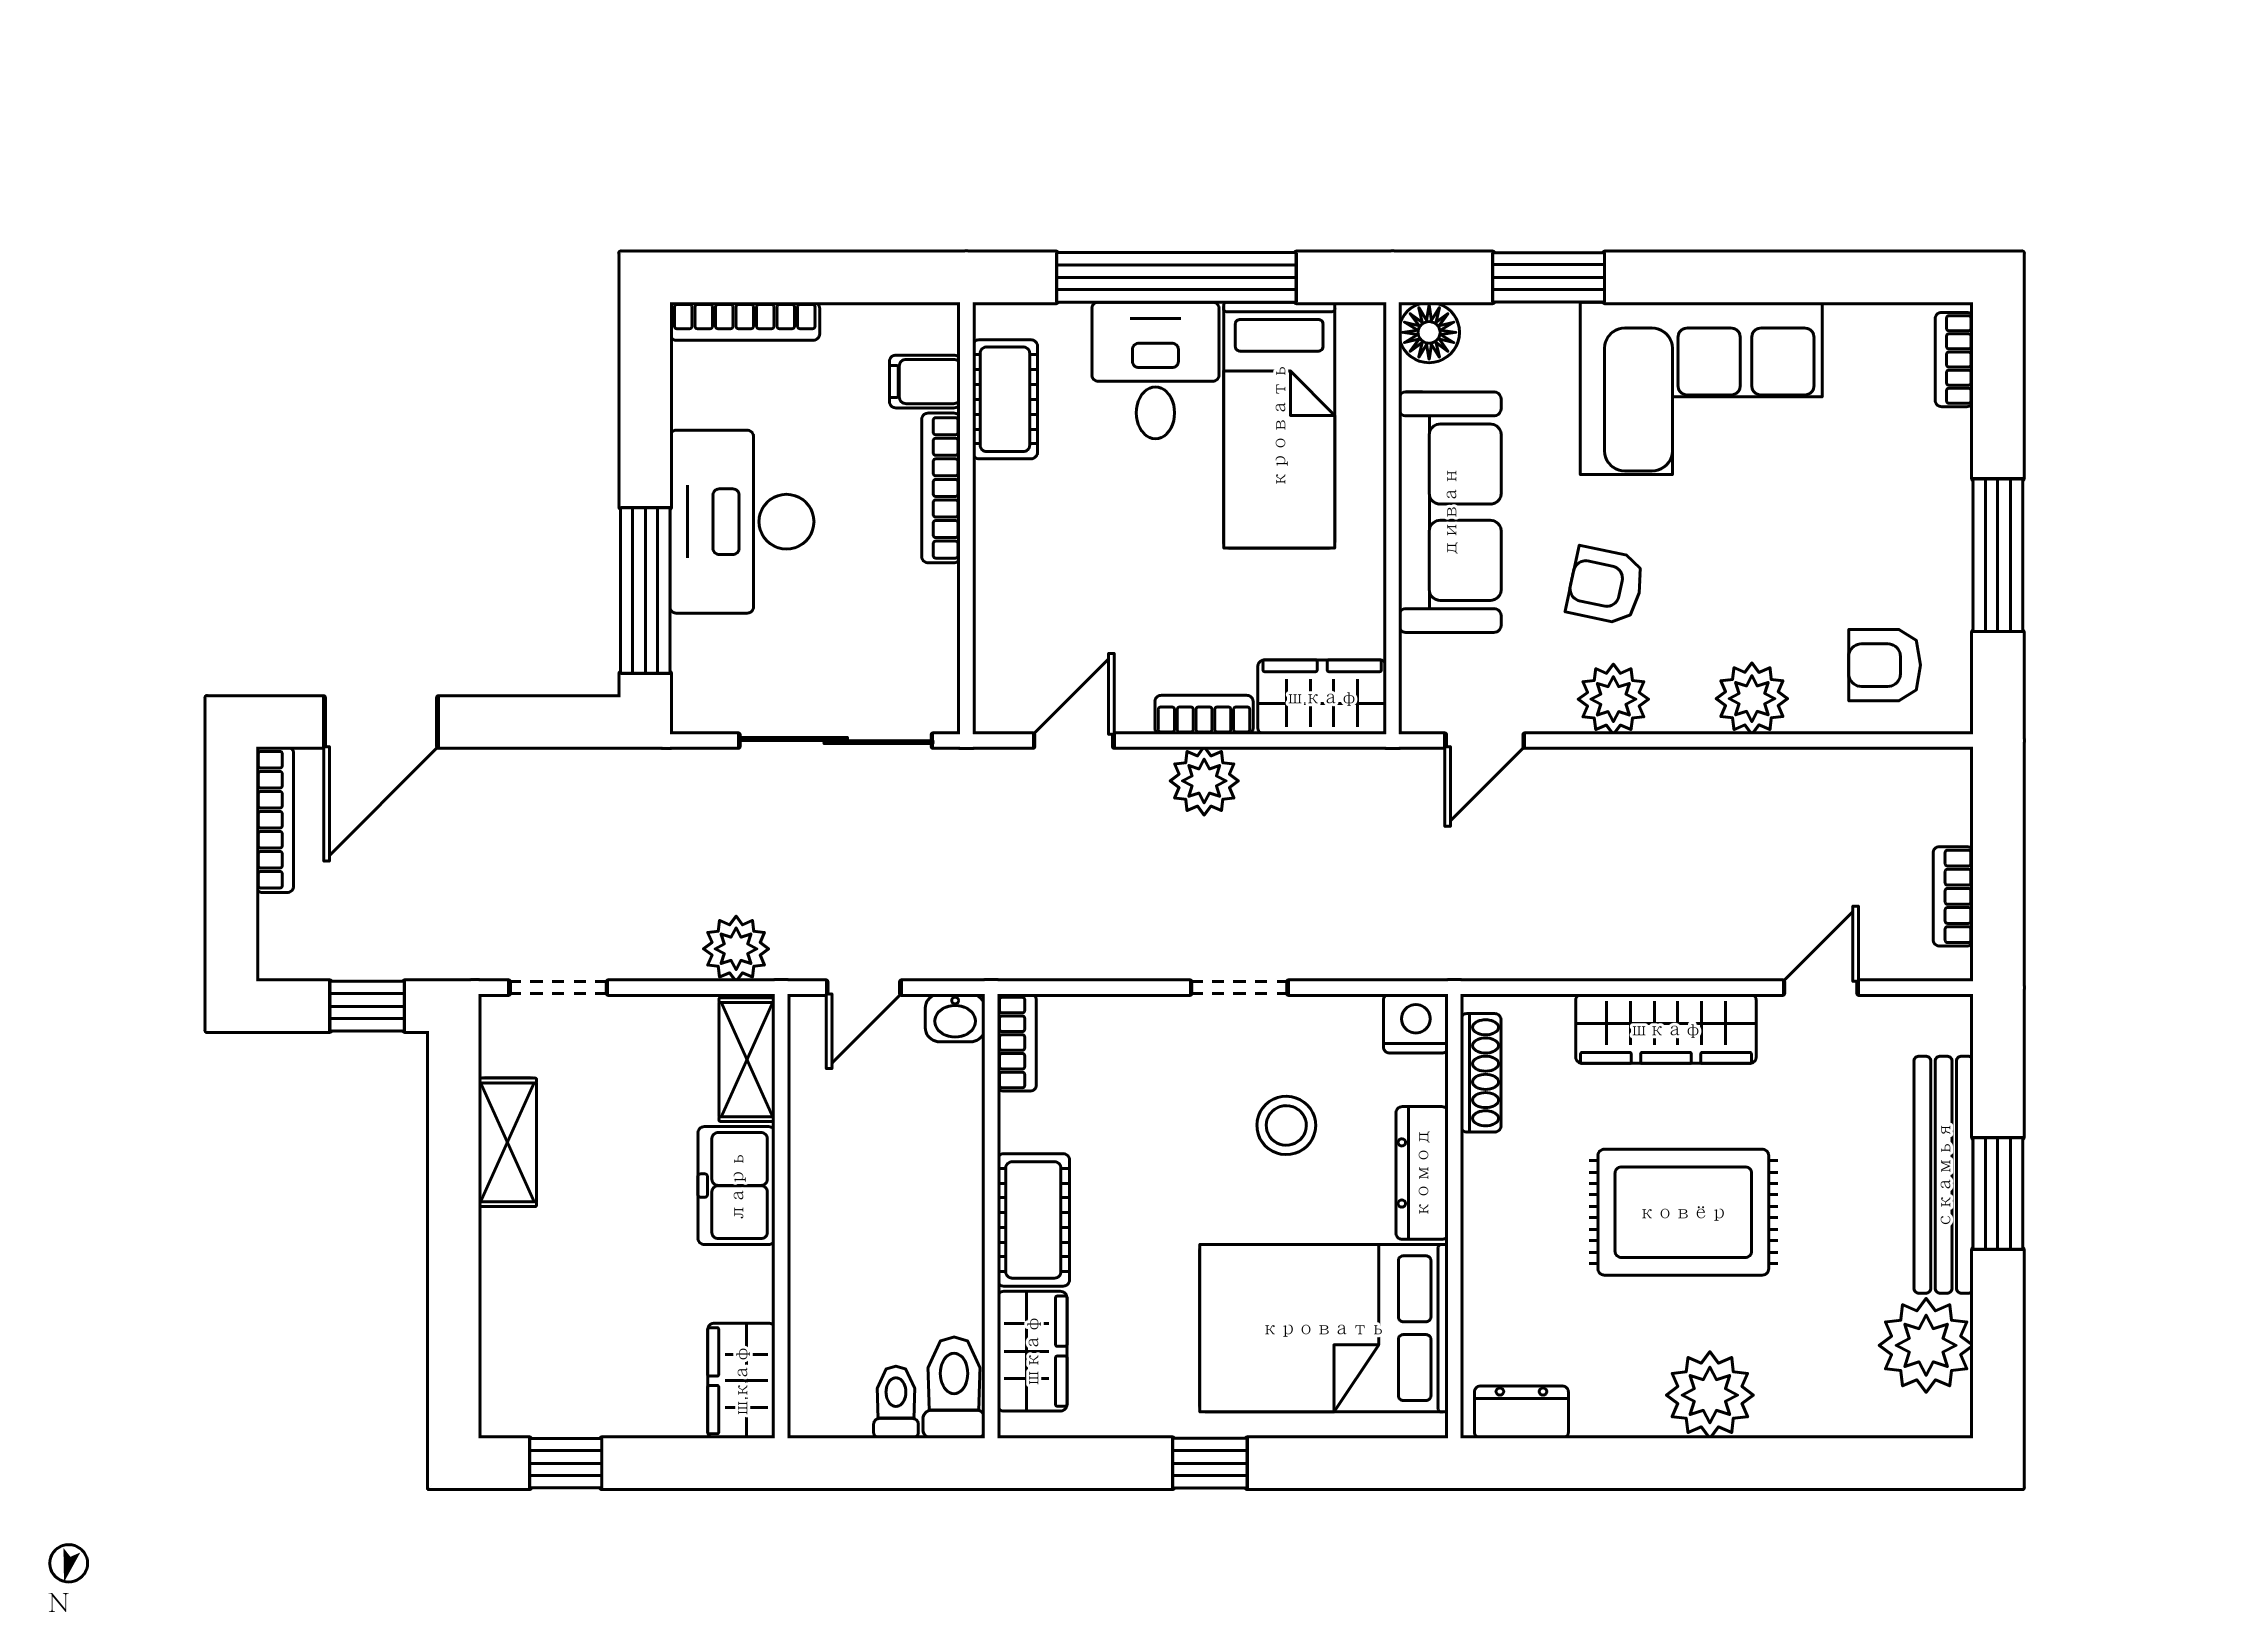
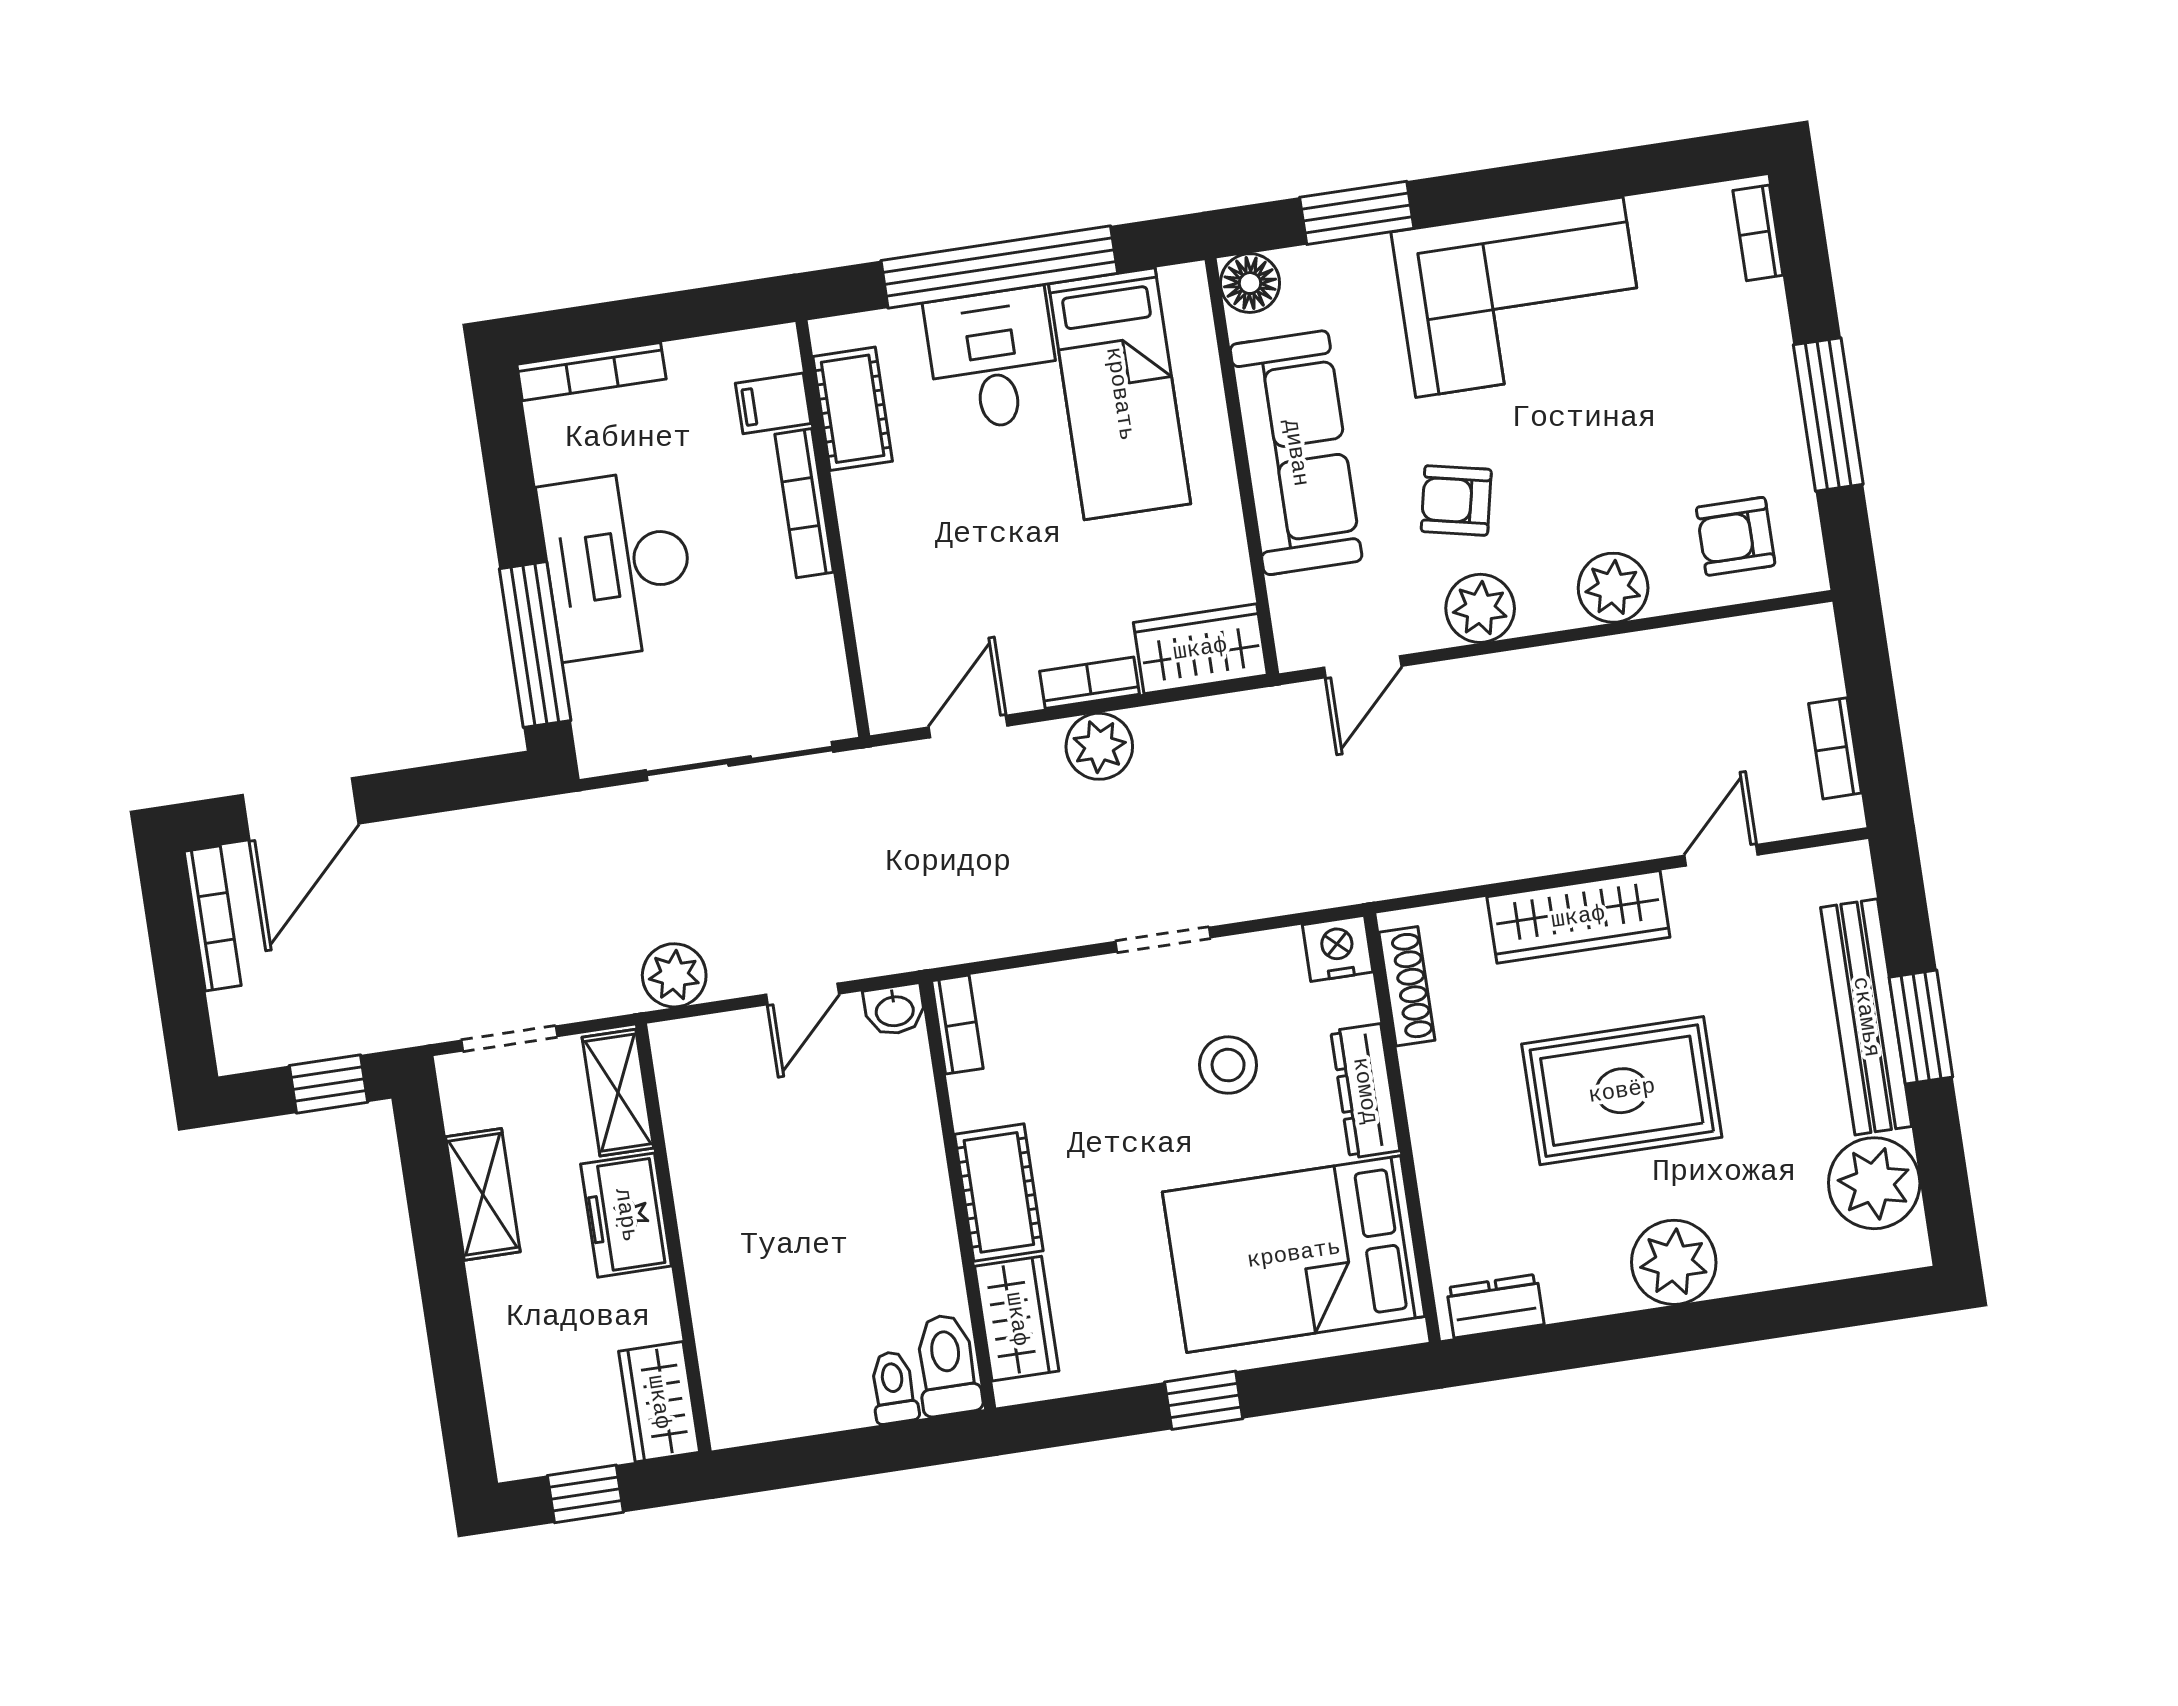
shelving: (747, 1060) -> (618, 1093), moved
freezer: (737, 1186) -> (626, 1215), moved
wall: (781, 1216) -> (673, 1238), moved
wardrobe: (741, 1381) -> (659, 1402), moved

